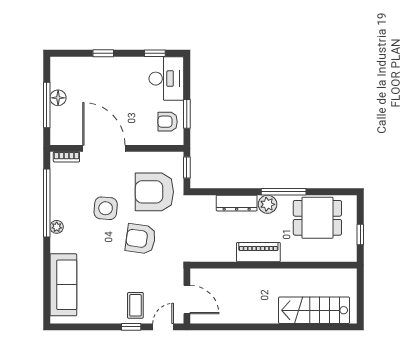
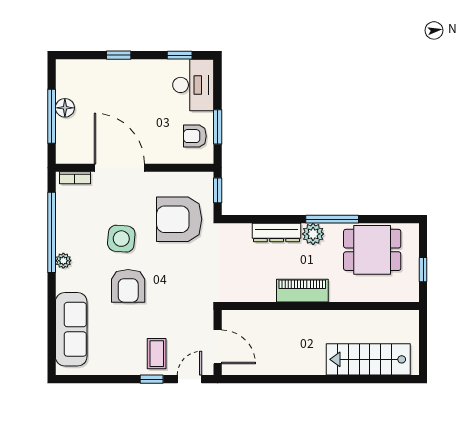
armchair: (141, 239) -> (128, 286), moved, turned -98

